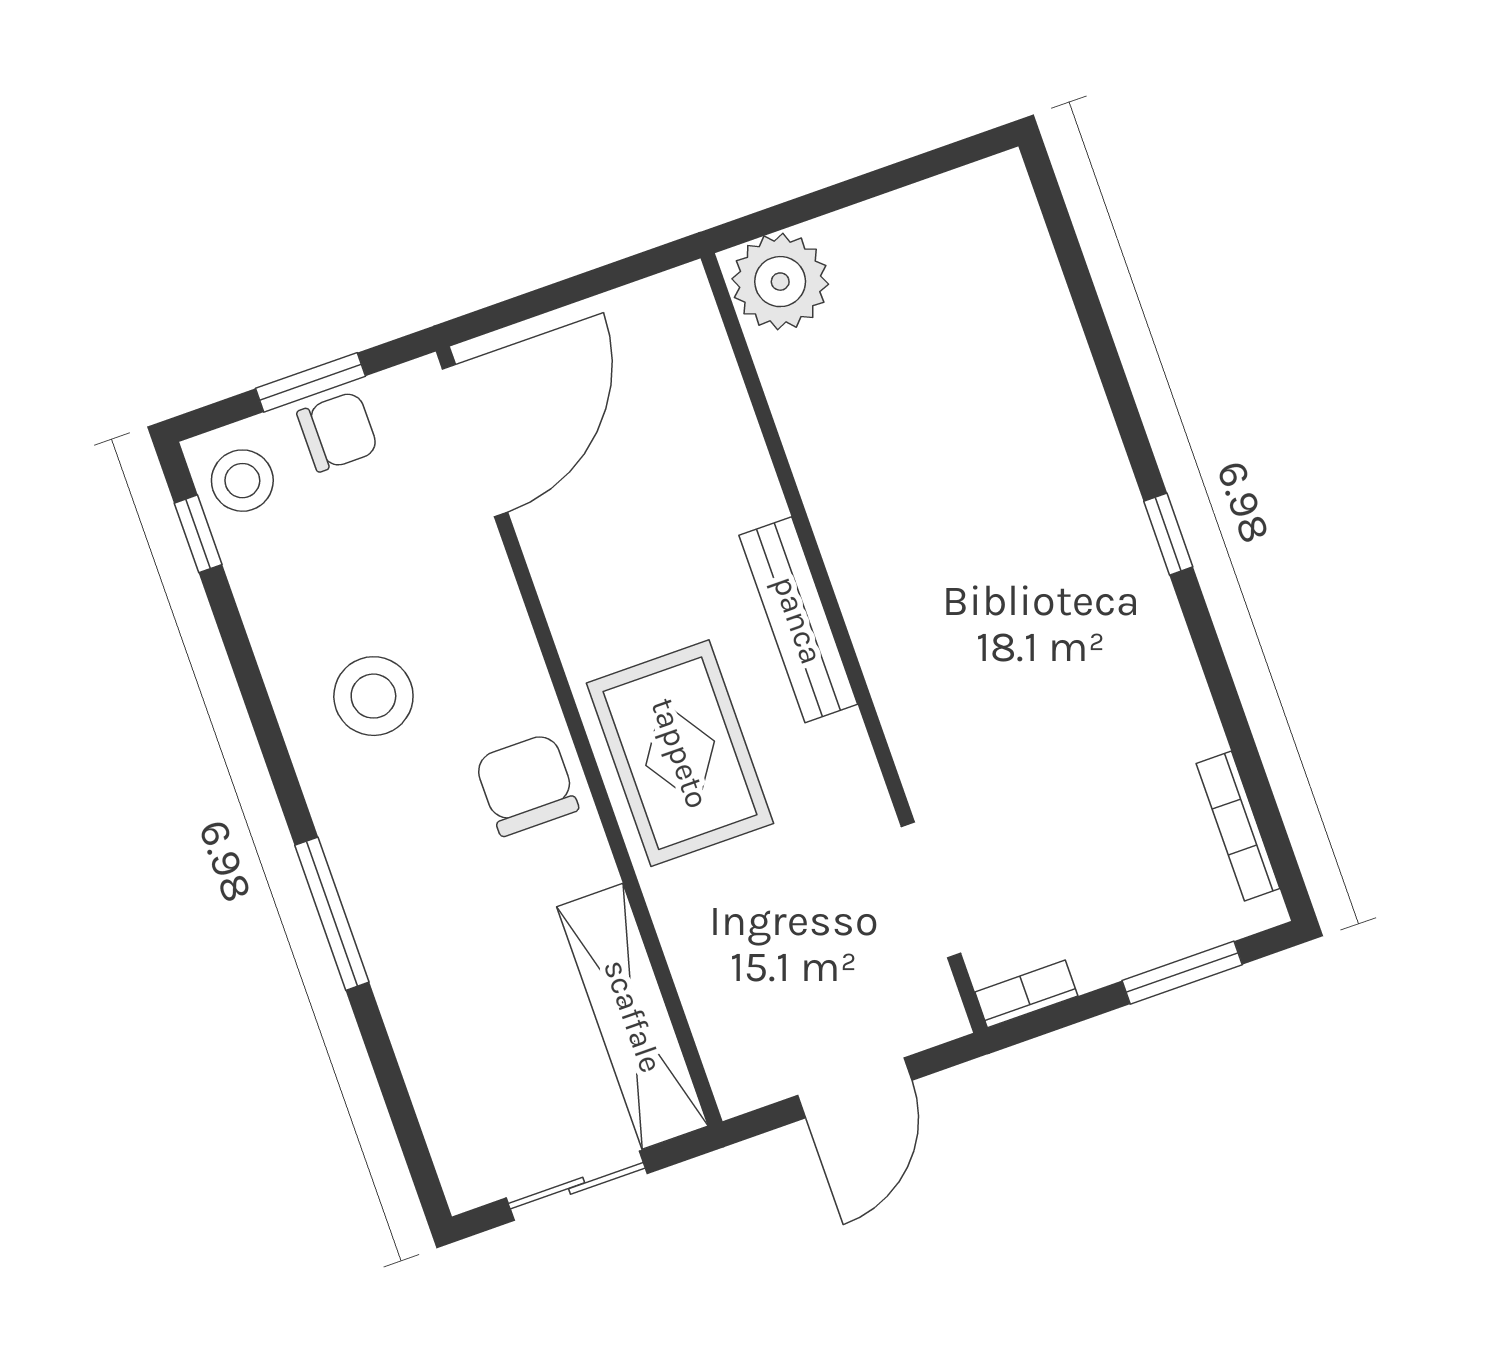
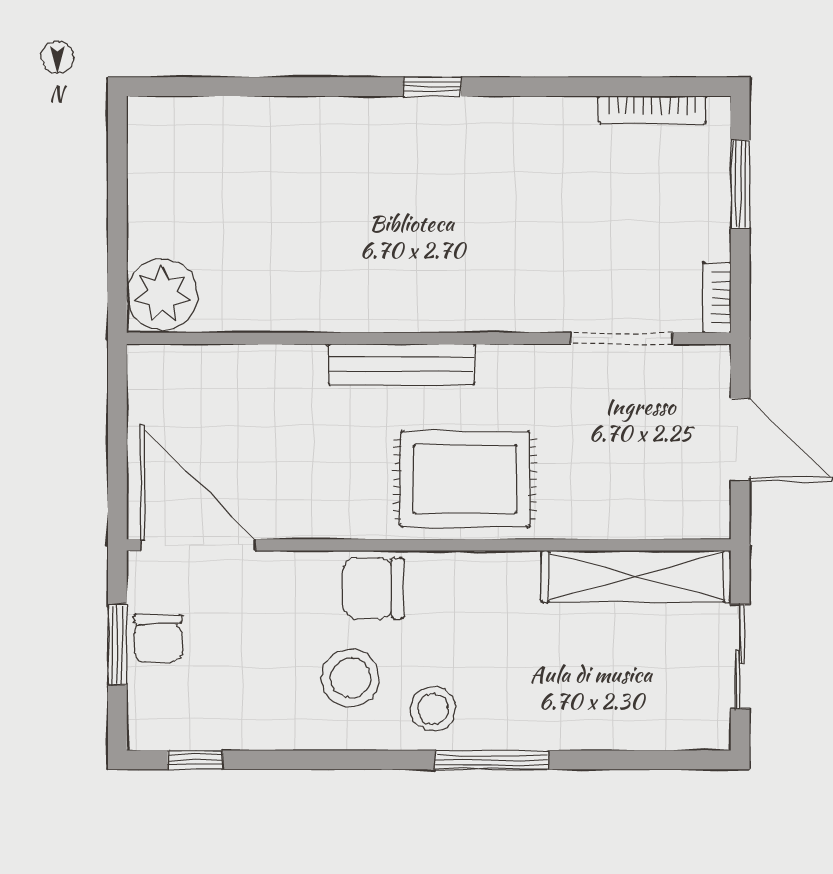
chair: (338, 432) -> (158, 638), turned 180
stool: (242, 481) -> (433, 709), moved
chair: (527, 785) -> (373, 588), moved

